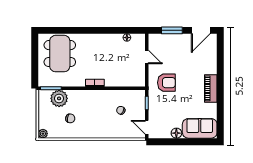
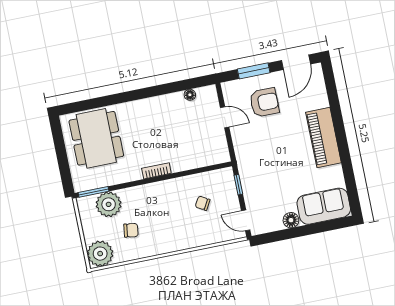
armchair: (166, 83) -> (264, 102), moved
piano: (211, 88) -> (323, 138), width x1.37, depth x1.33
plant: (43, 134) -> (100, 254), width x1.88, depth x1.88

